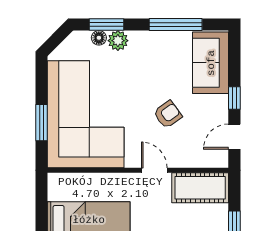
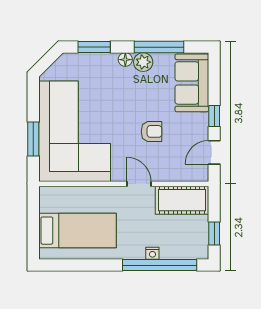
floor lamp: (99, 38) -> (125, 60), moved
plant: (118, 41) -> (143, 62), moved
armchair: (168, 114) -> (152, 131), turned 36

